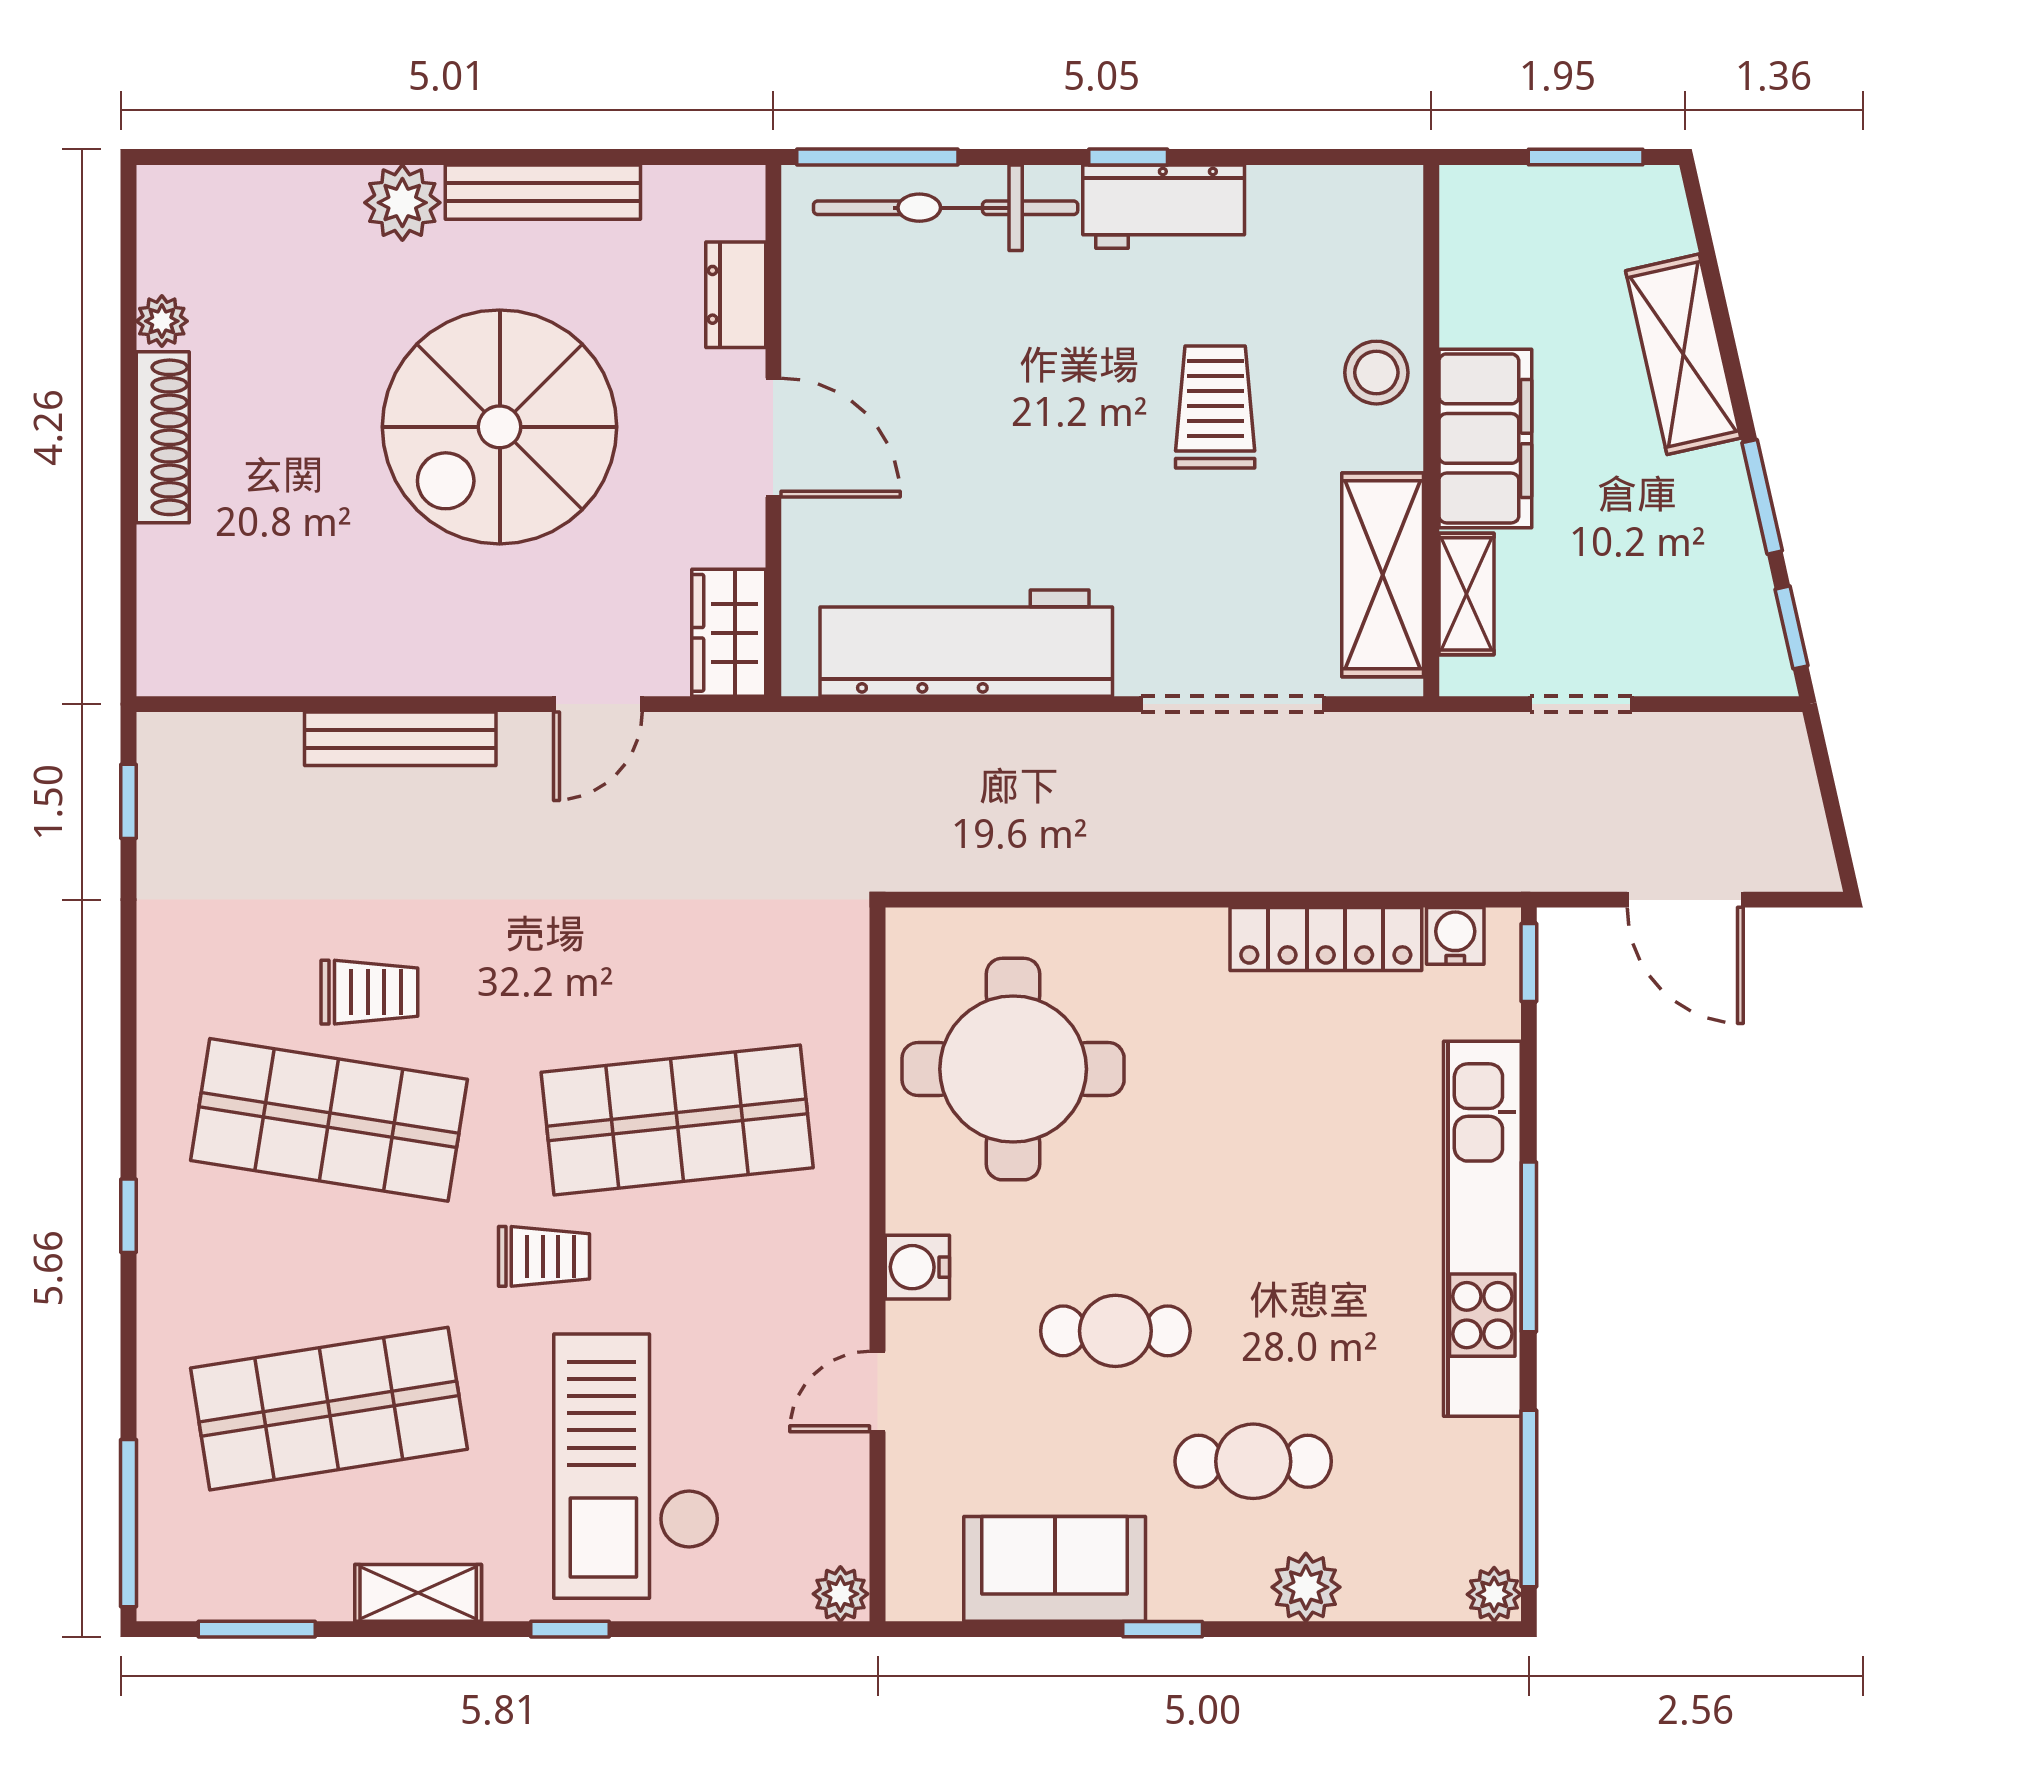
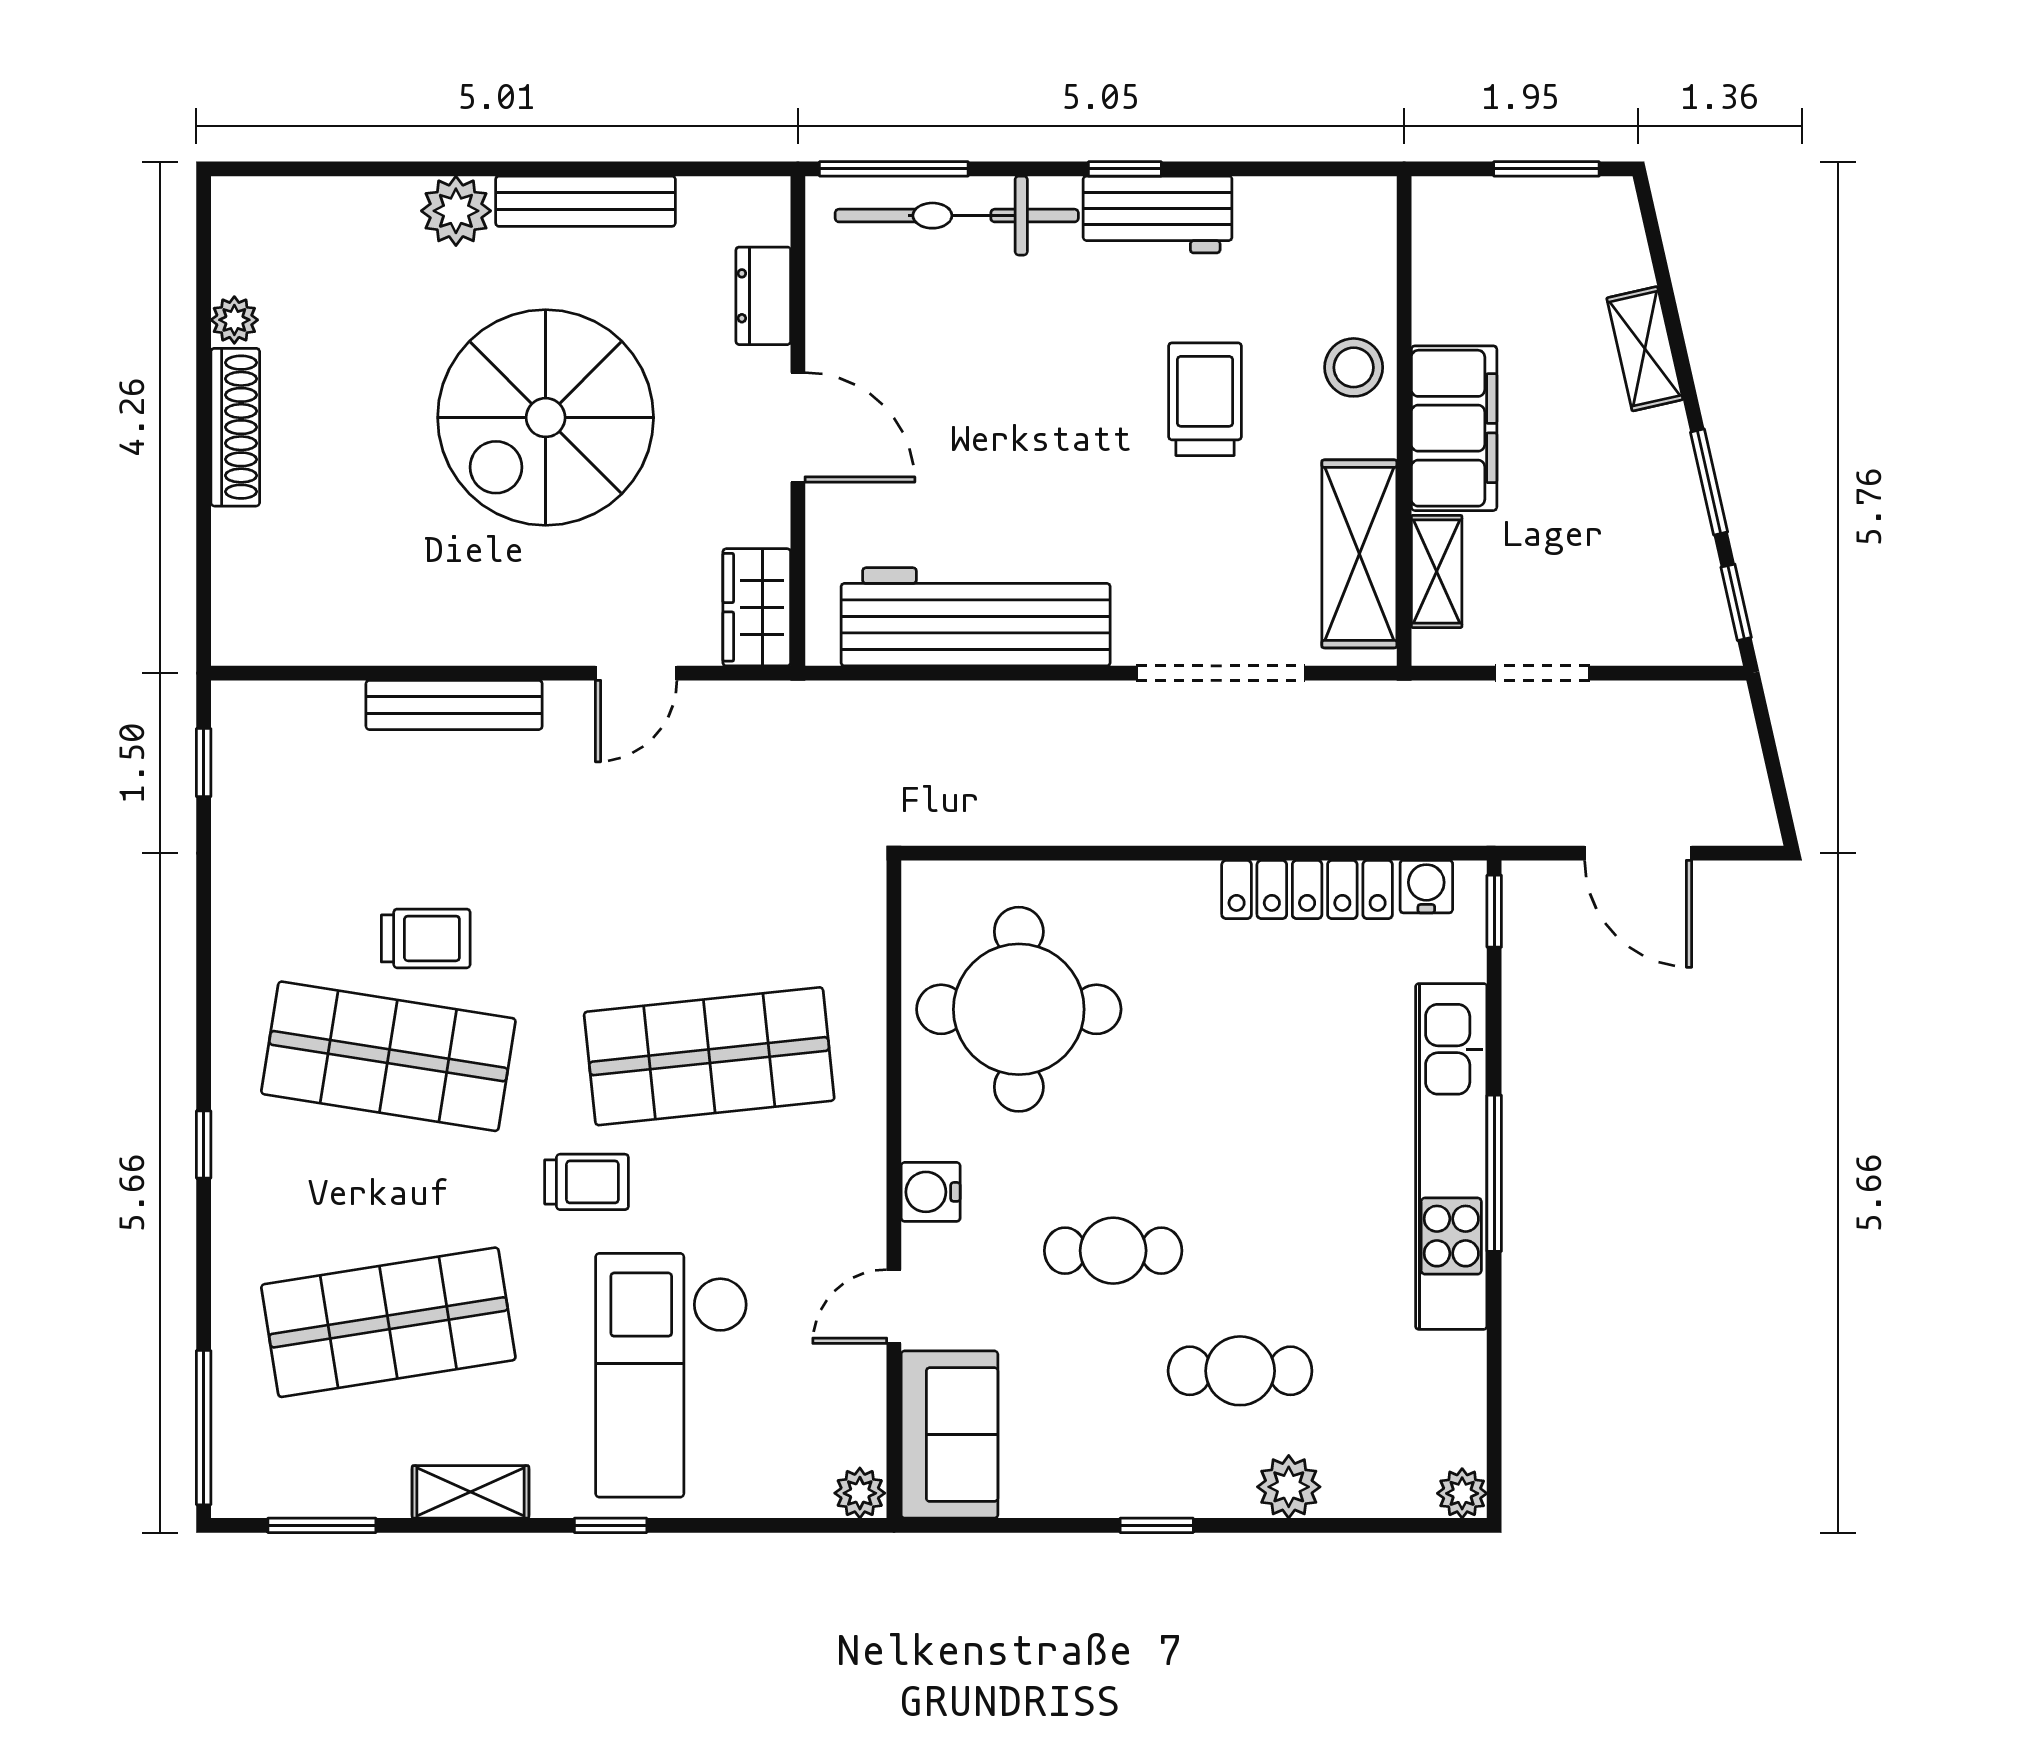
shelving: (1683, 354) -> (1645, 349), width x0.67, depth x0.75
window: (1529, 1499) -> (1494, 1405), removed
sofa: (1055, 1569) -> (950, 1435), moved, turned 90

